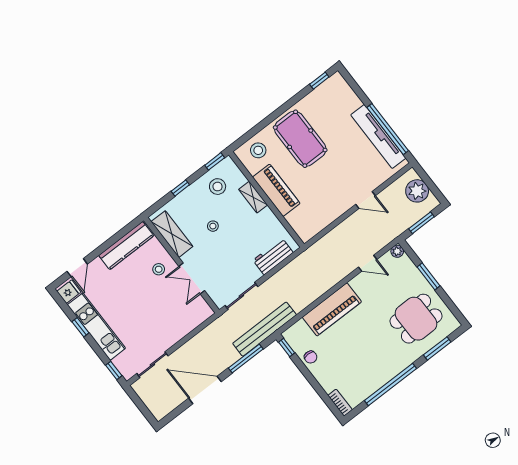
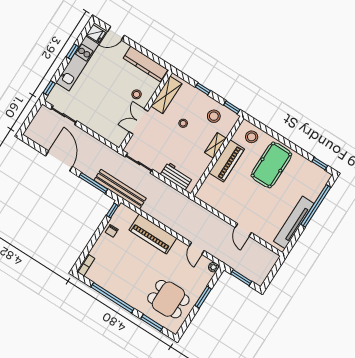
window: (388, 129) -> (316, 206), moved
plant: (417, 191) -> (264, 266), removed

